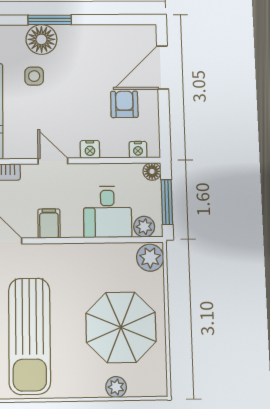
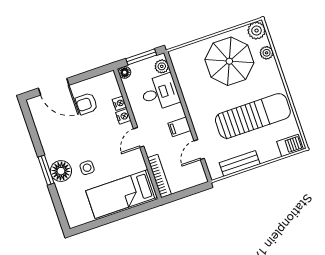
nightstand: (138, 150) -> (119, 103), moved
plant: (150, 258) -> (257, 31), moved

